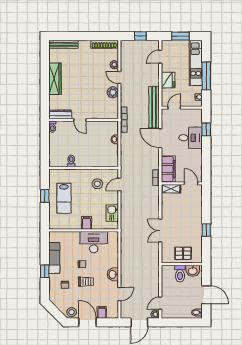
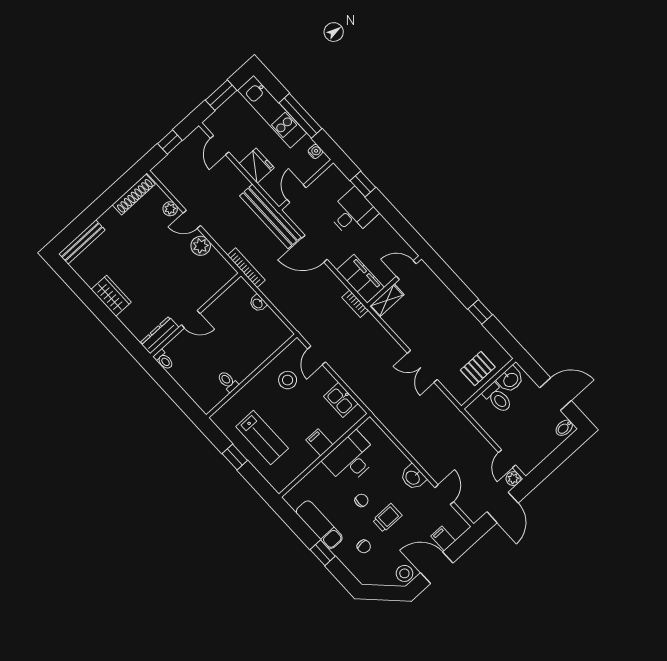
wardrobe: (55, 79) -> (111, 296), width x0.67

